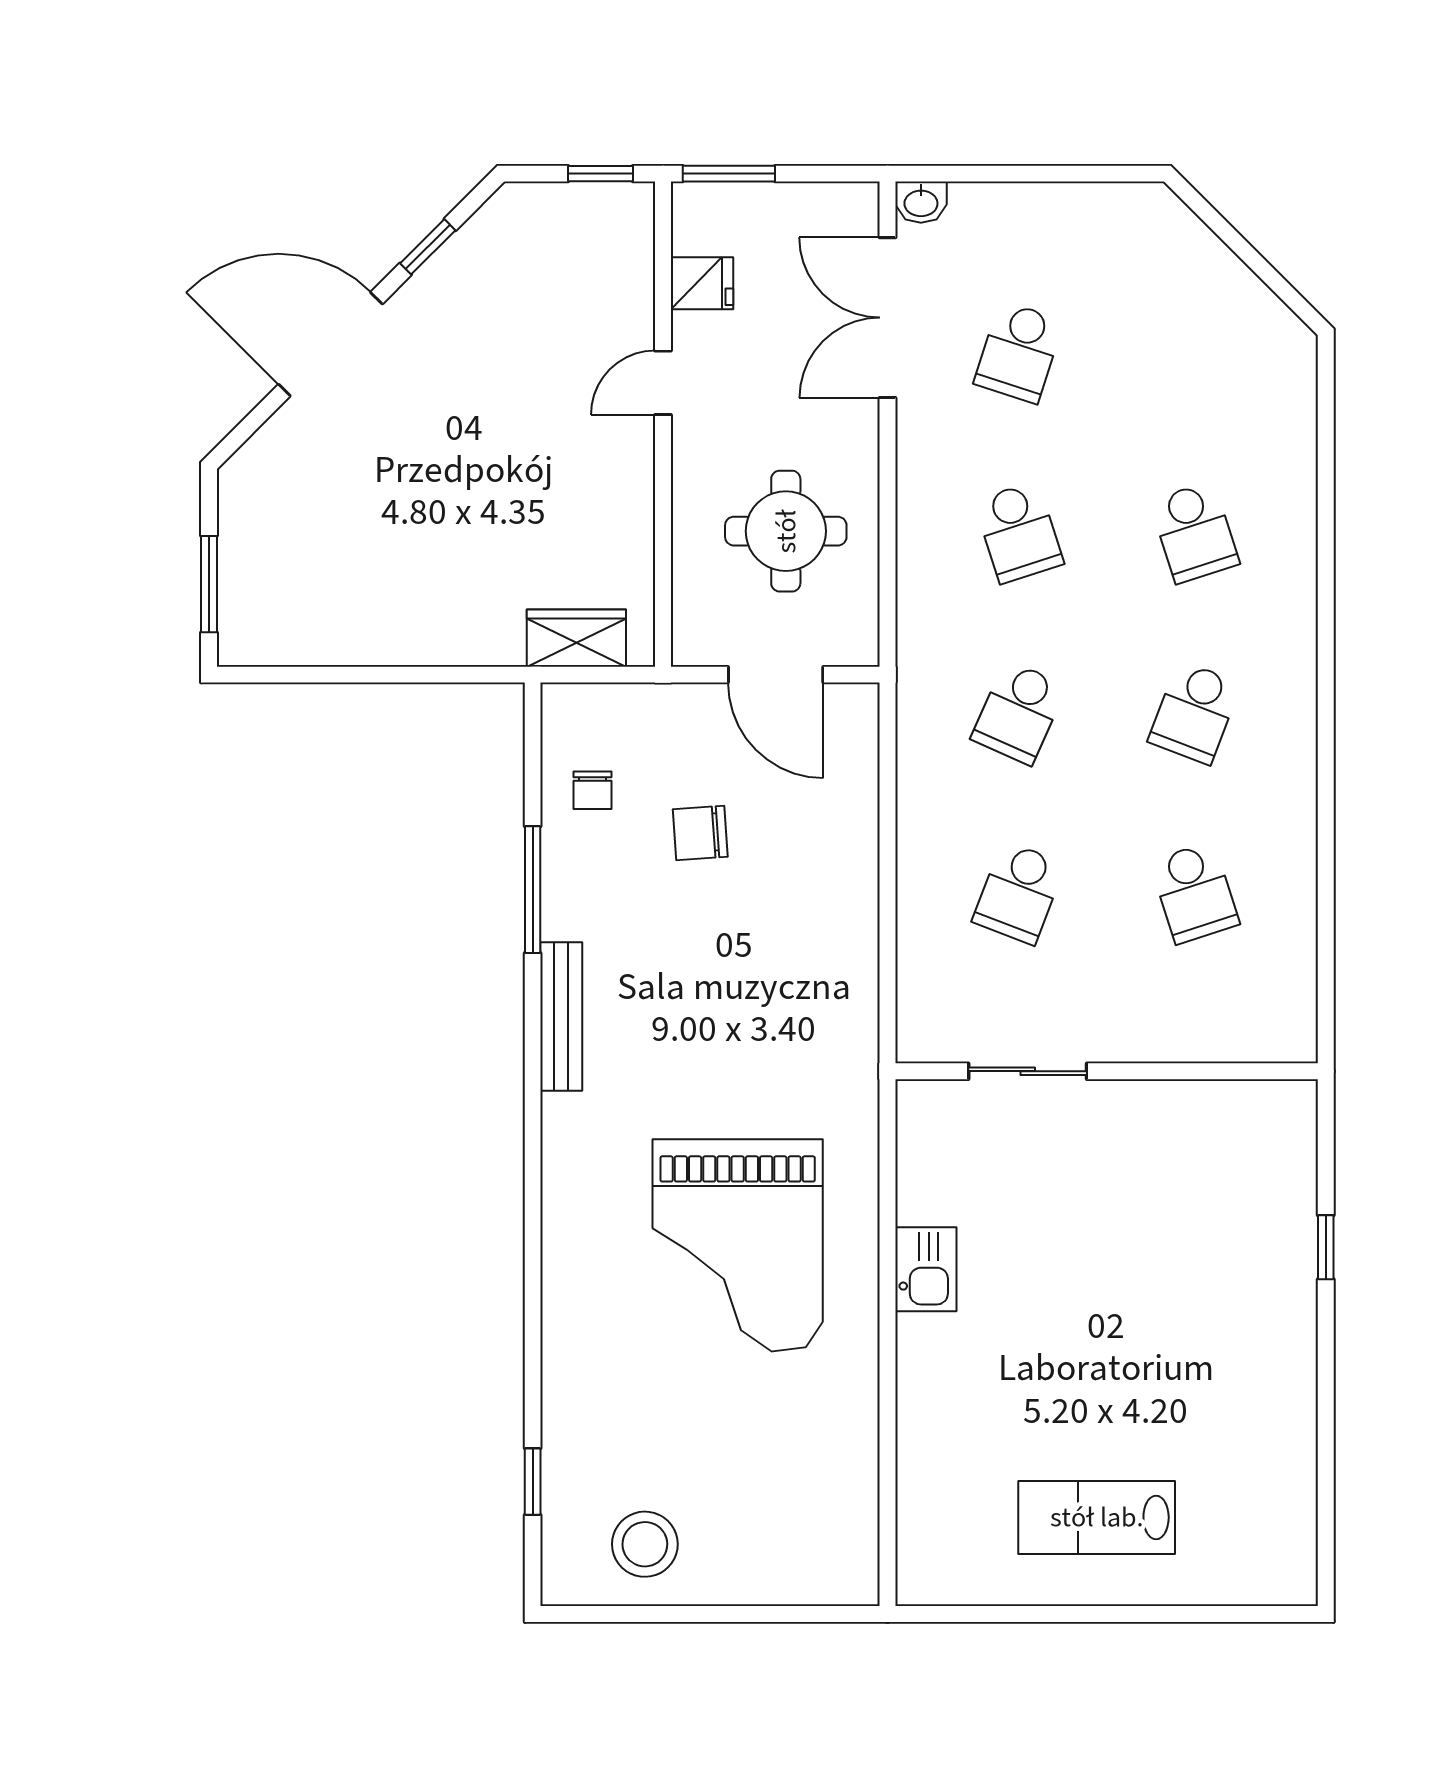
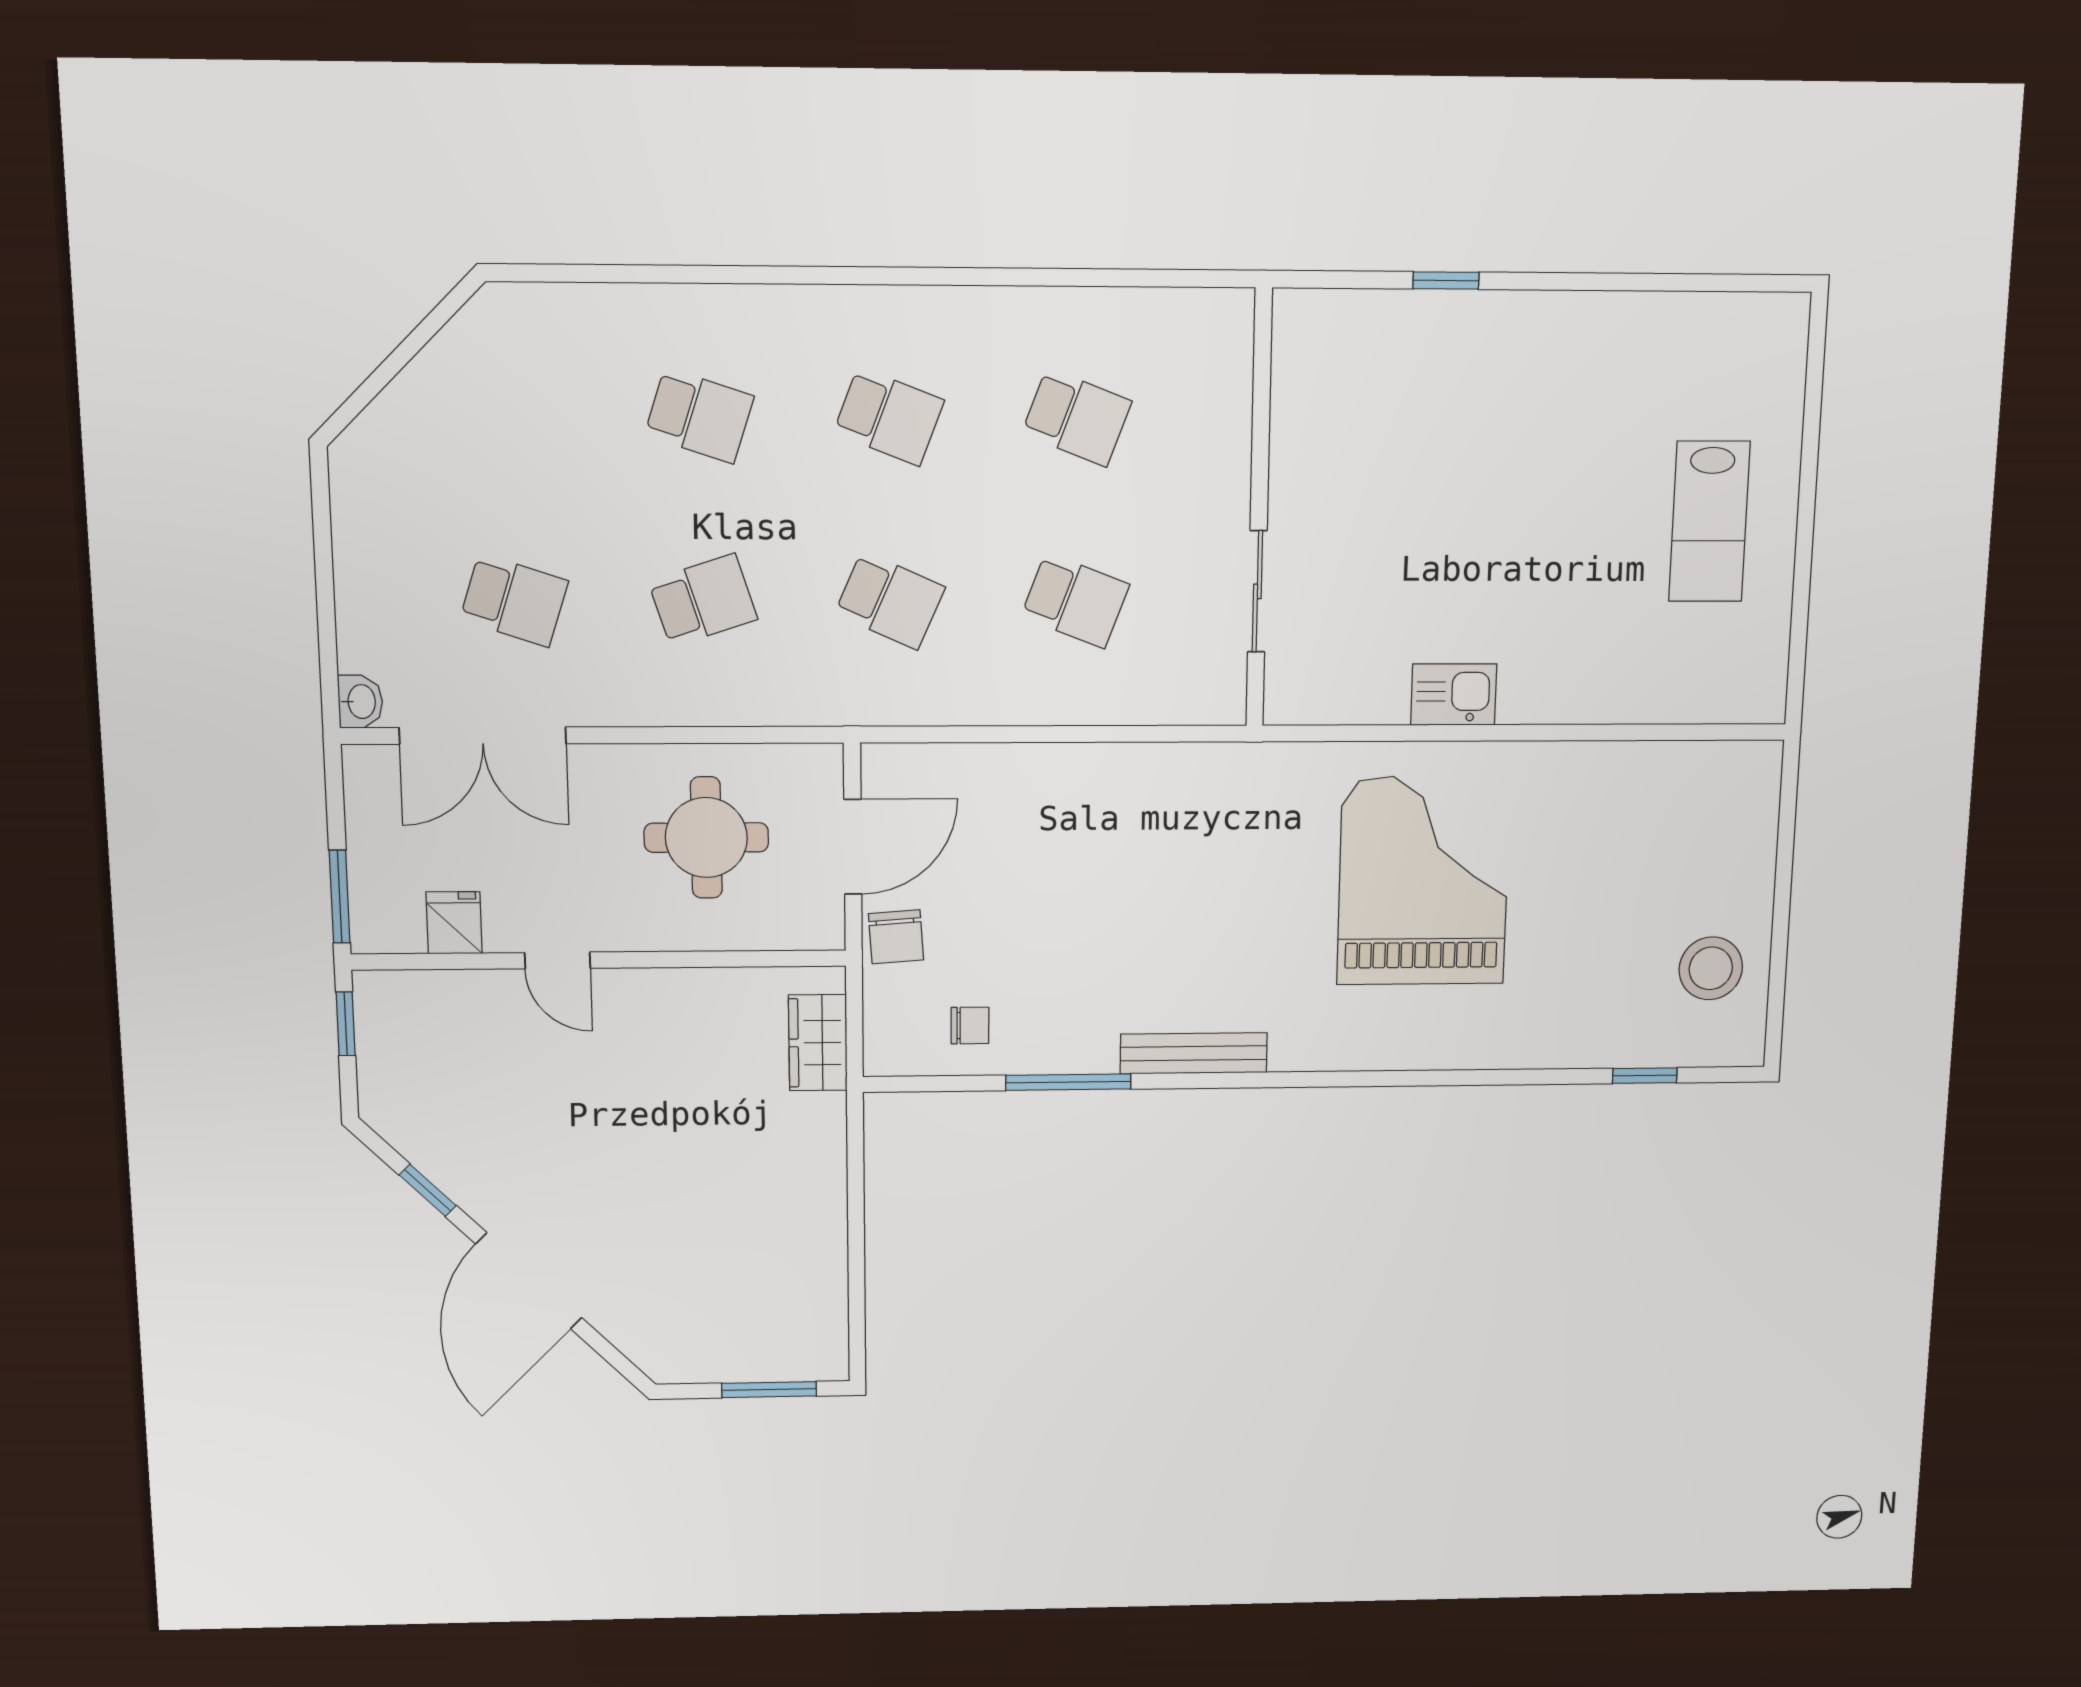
school desk: (1195, 532) -> (699, 416), turned 36
chair: (700, 833) -> (896, 937), moved
school desk: (1195, 893) -> (1077, 417), turned 39
grand piano: (738, 1245) -> (1424, 881), turned -90

